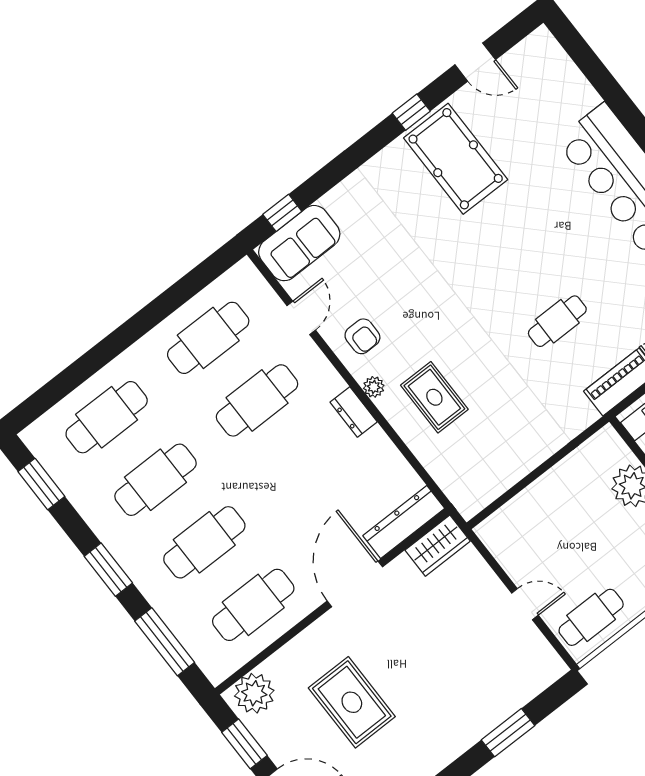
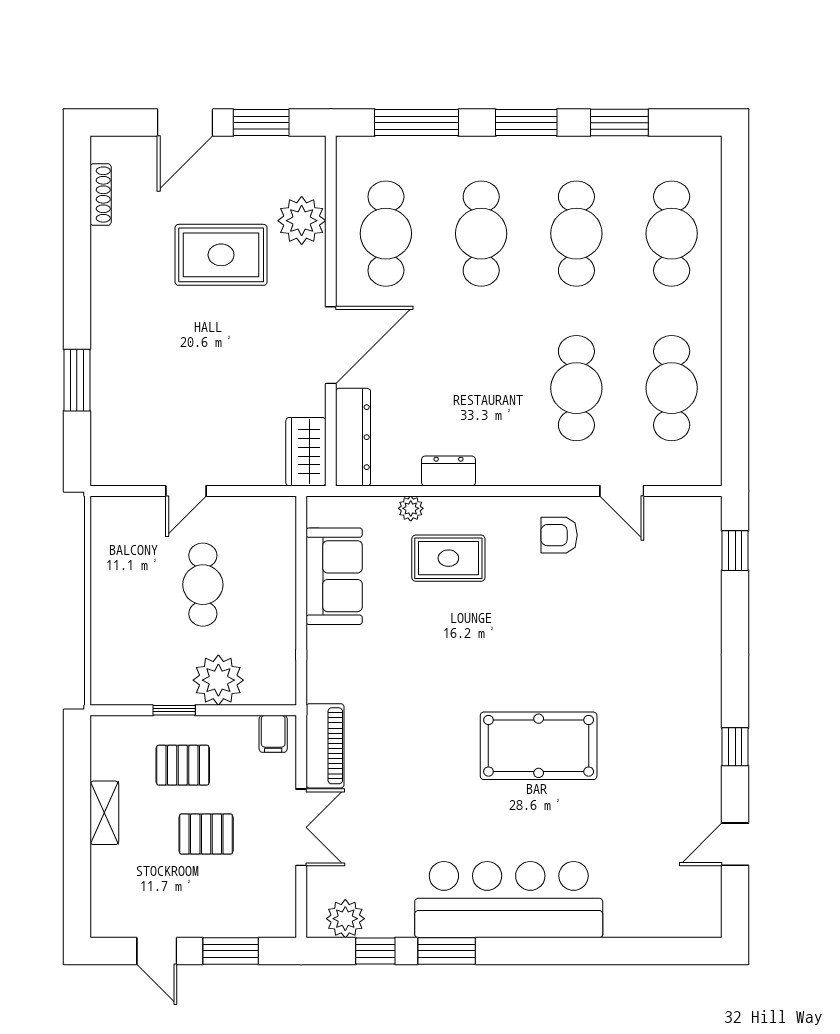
pool table: (456, 159) -> (539, 746), moved
sofa: (299, 243) -> (334, 576), moved, turned 180
cafe table: (557, 321) -> (430, 731), removed
plant: (374, 387) -> (411, 508), moved
dresser: (354, 412) -> (448, 471), moved
window: (41, 484) -> (619, 123), moved
door: (355, 584) -> (331, 345), hinge flipped
cafe table: (591, 617) -> (203, 585), moved
plant: (254, 693) -> (302, 221), moved

